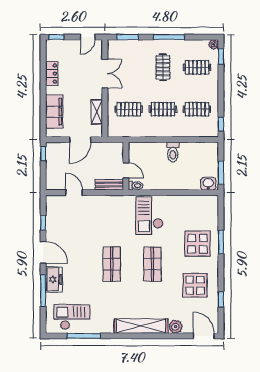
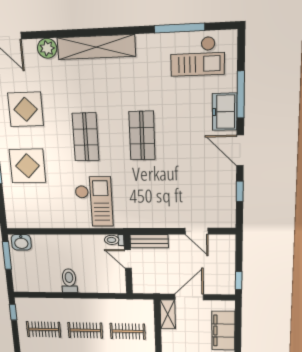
shelving: (97, 112) -> (168, 314), moved

